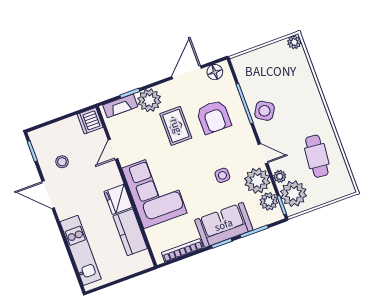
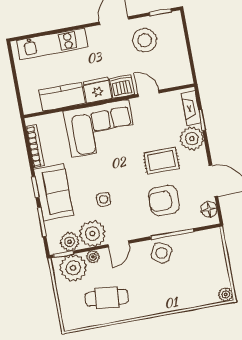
dishwasher: (90, 121) -> (122, 86), moved
stool: (62, 162) -> (145, 40), width x1.89, depth x1.89

